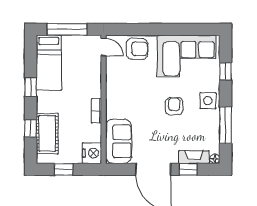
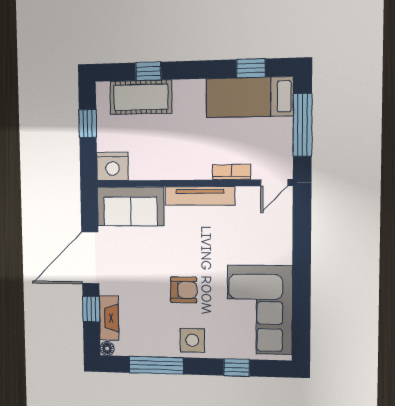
armchair: (137, 49) -> (271, 234), removed
window: (31, 87) -> (251, 68), moved
tv unit: (112, 95) -> (200, 196), added
bookcase: (96, 111) -> (232, 172), moved

